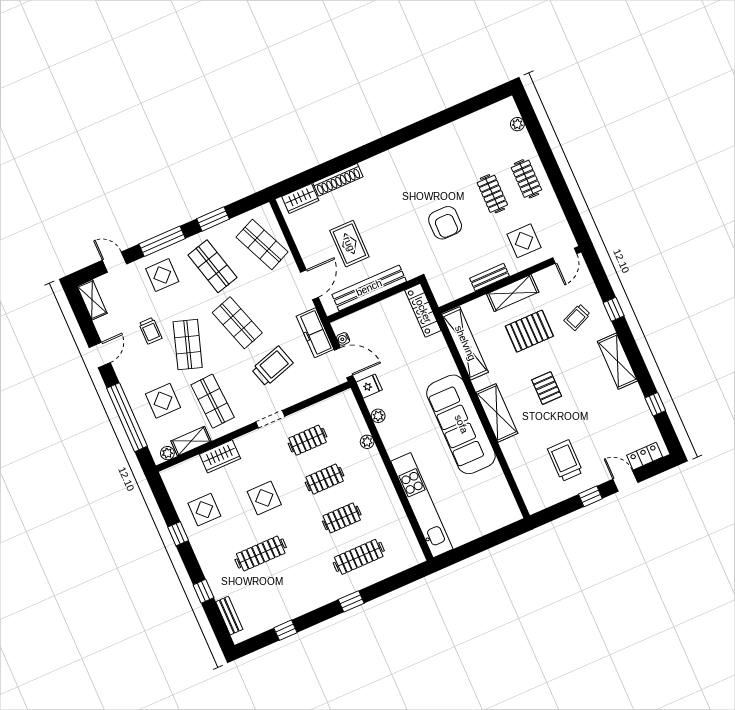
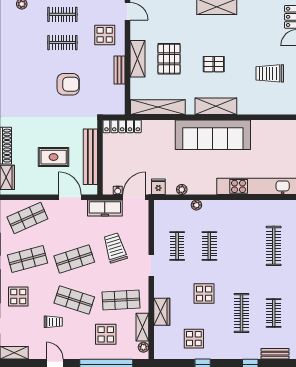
trolley: (577, 317) -> (174, 21), removed
clothes rail: (342, 518) -> (274, 313), moved

